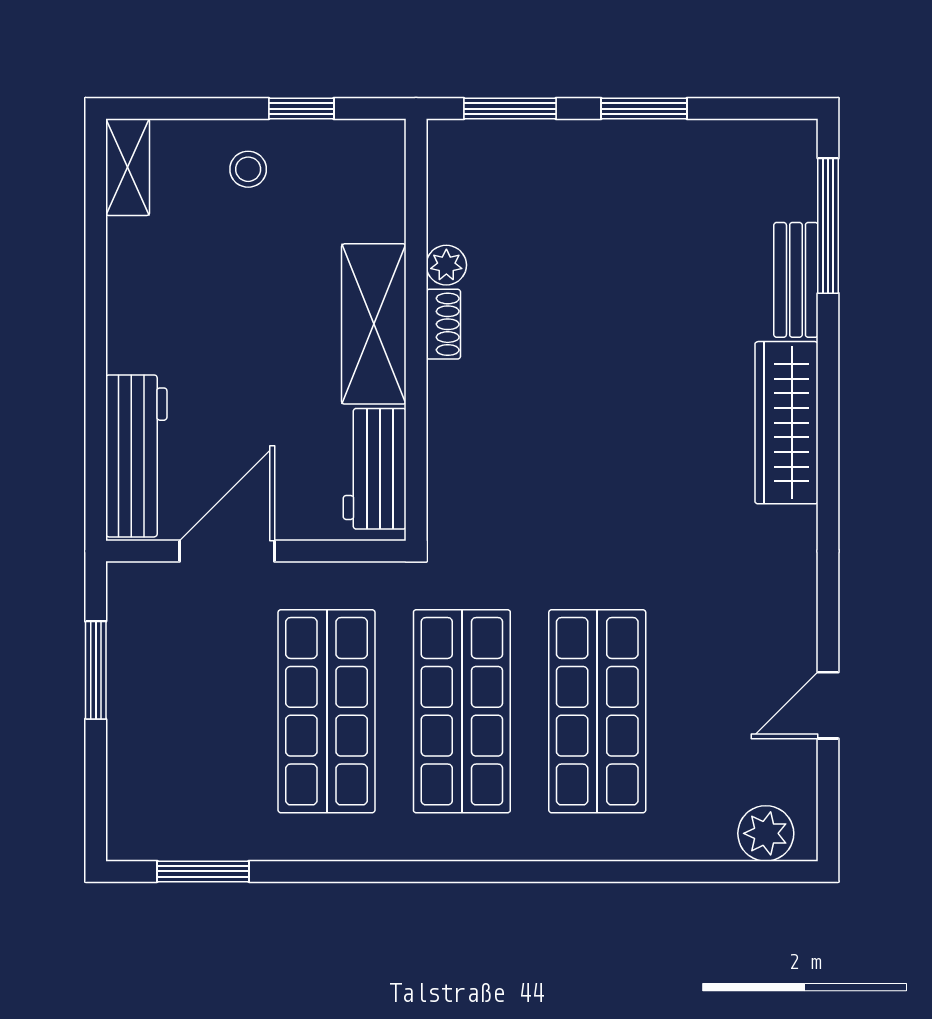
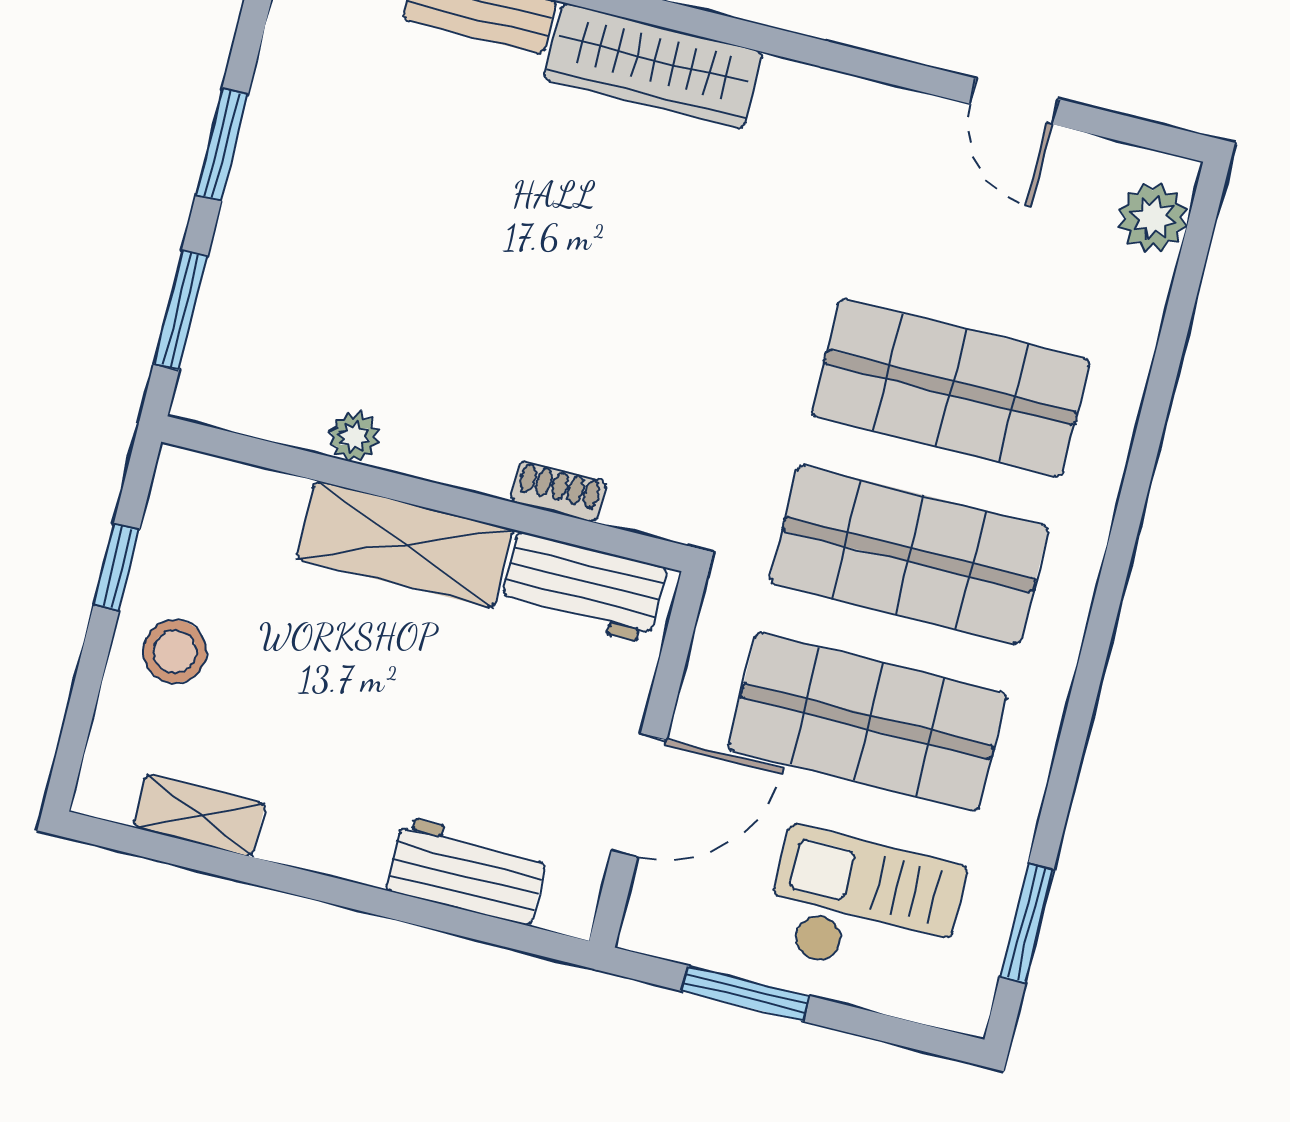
shelving: (128, 167) -> (199, 815), moved
stool: (248, 169) -> (175, 652), width x1.37, depth x1.37
shoe rack: (443, 324) -> (558, 492), moved
workbench: (136, 456) -> (467, 871), width x0.73
door: (227, 551) -> (639, 795), swing flipped
checkout: (184, 744) -> (864, 907), added

